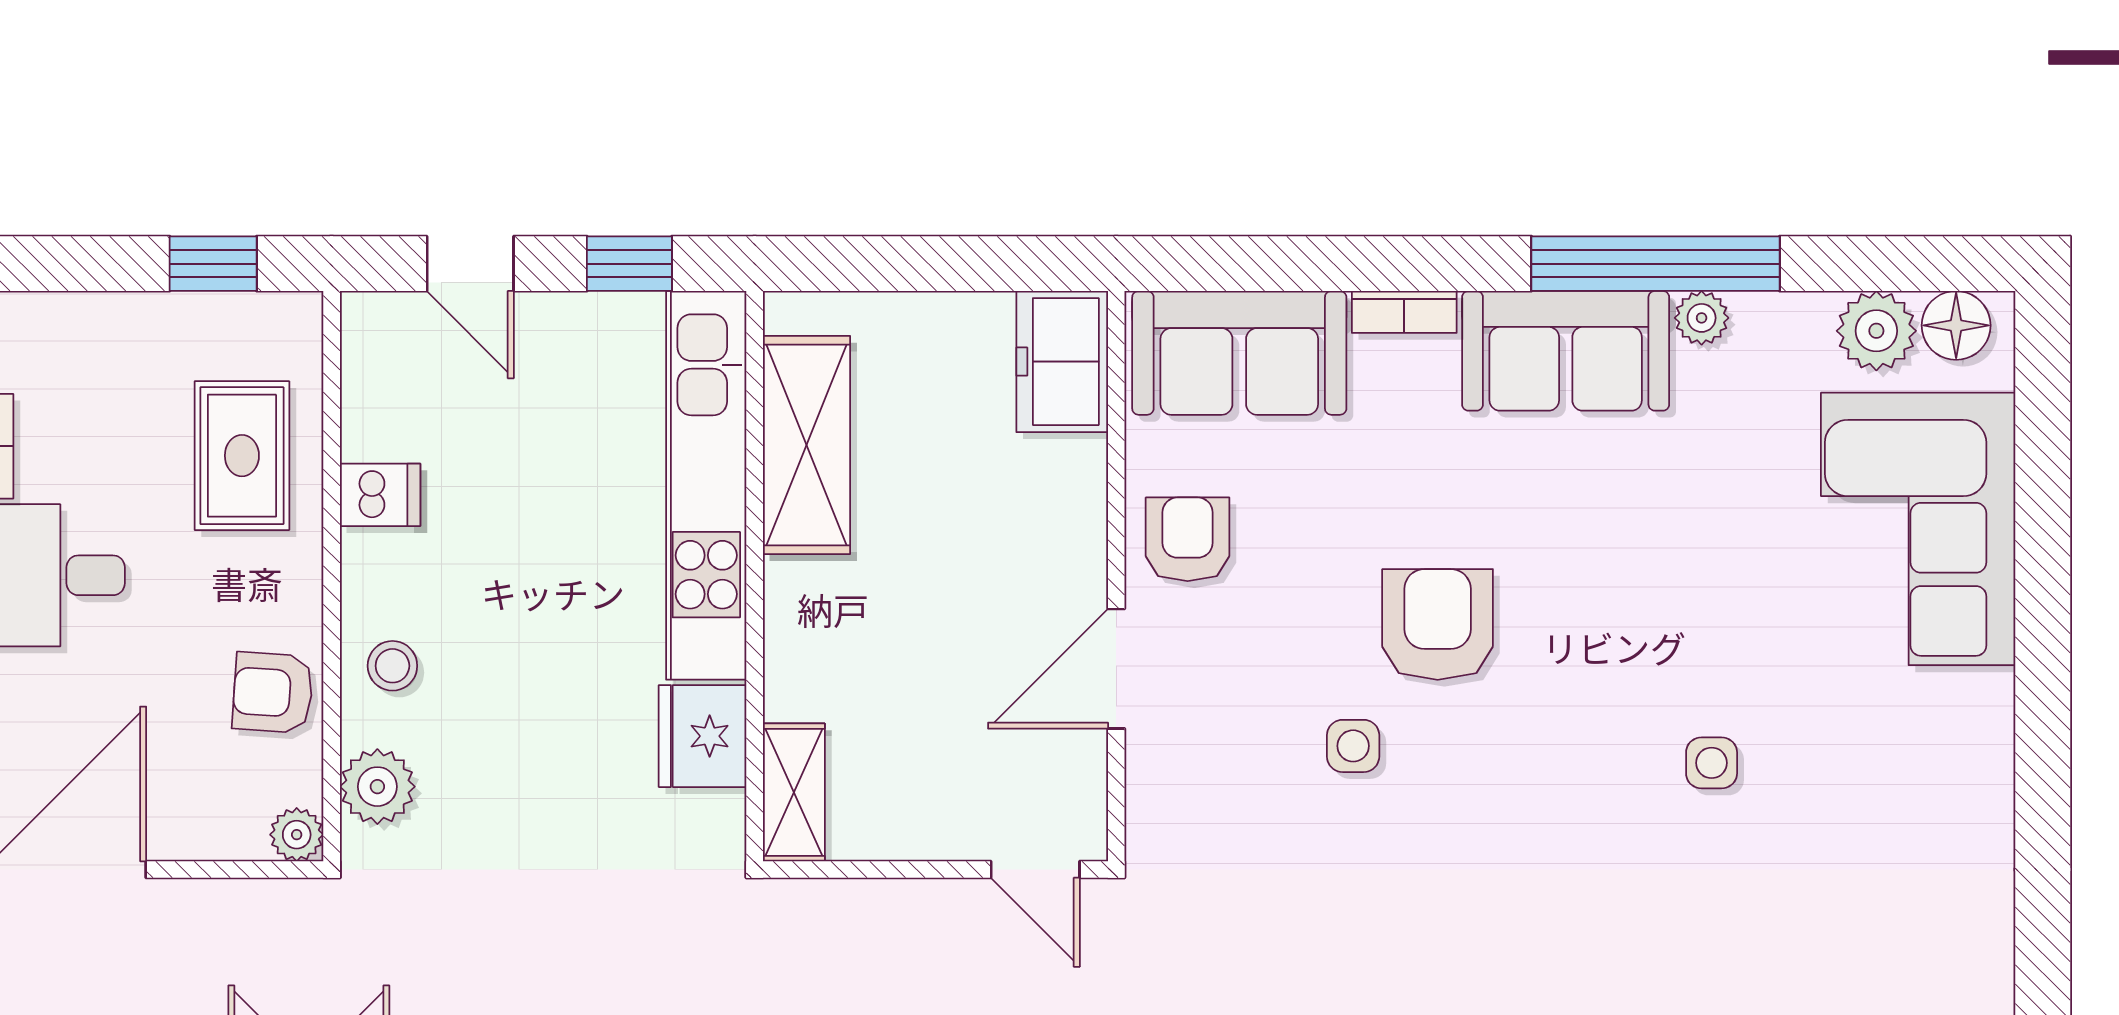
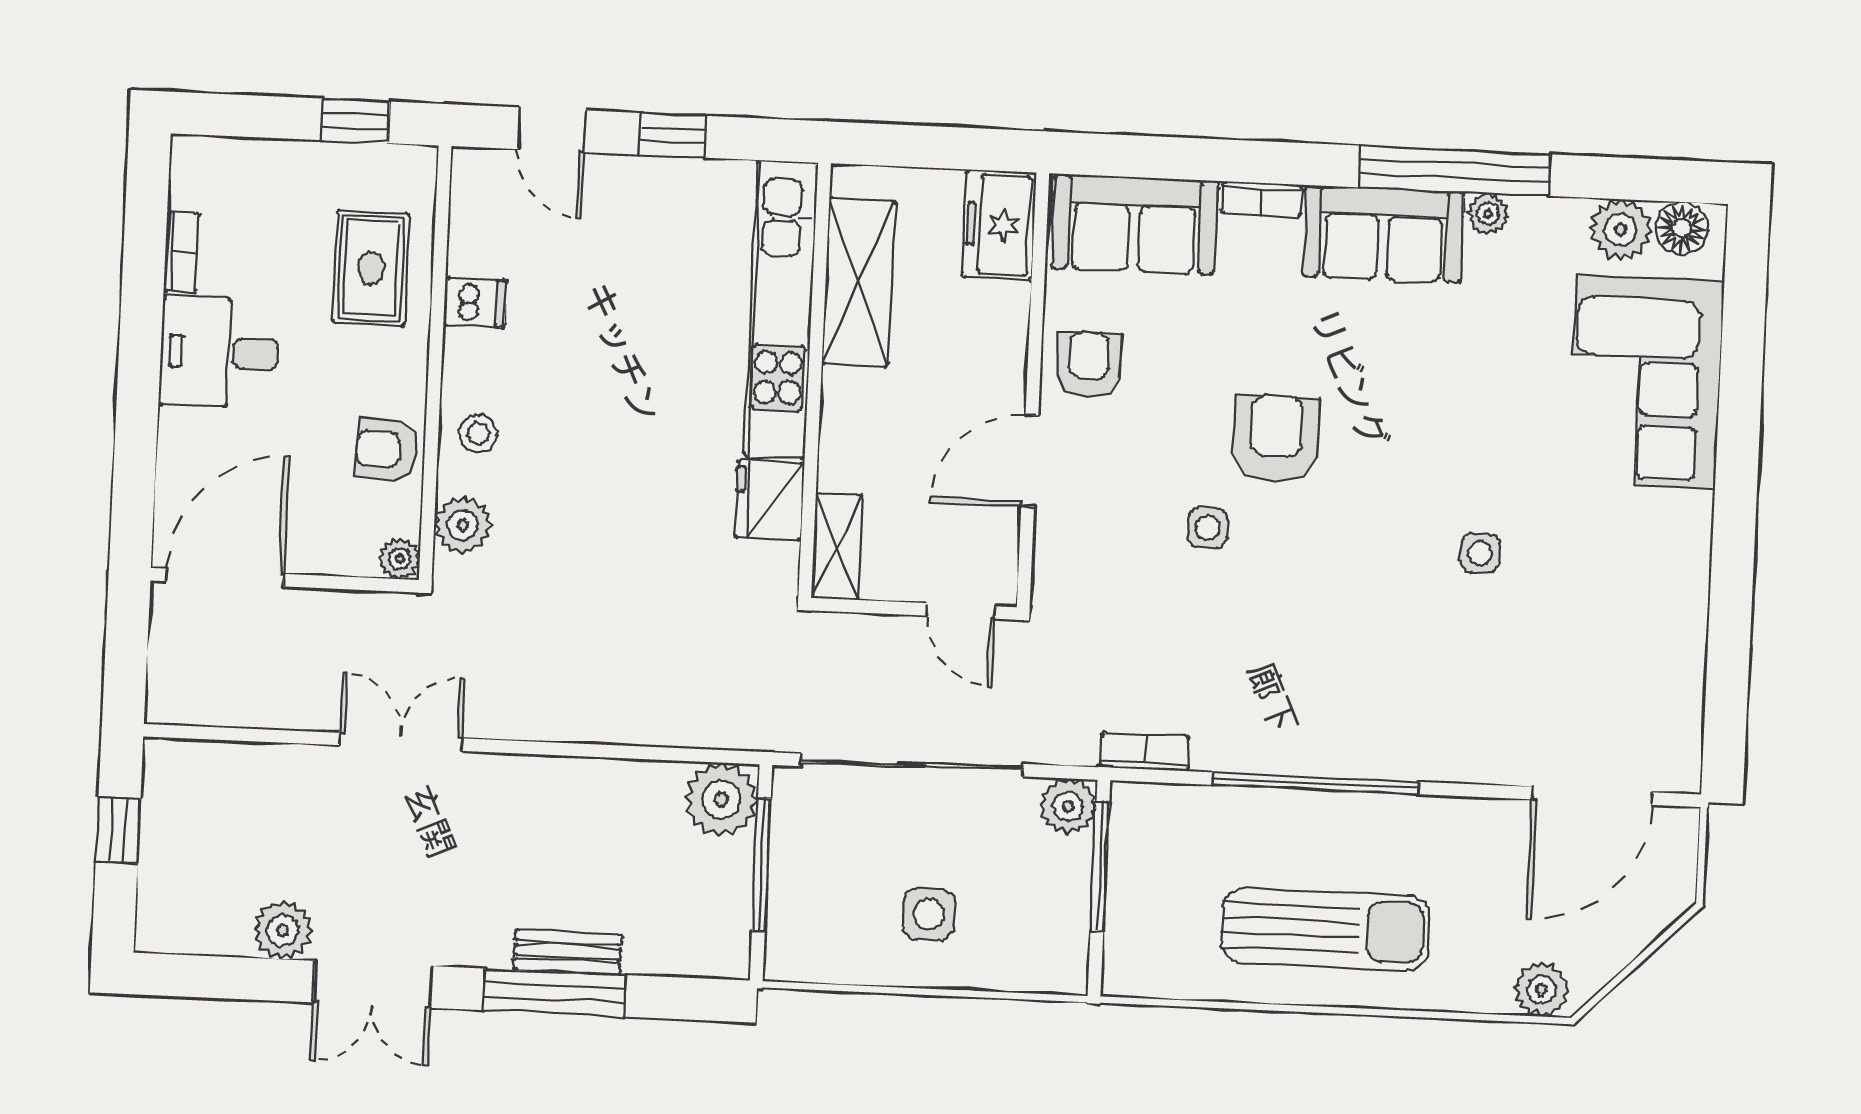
shelving: (806, 445) -> (859, 282), moved
kitchen unit: (706, 485) -> (781, 309), moved
wall: (755, 576) -> (815, 380), moved
fridge: (703, 736) -> (769, 500), moved
shelving: (794, 792) -> (837, 546), moved

